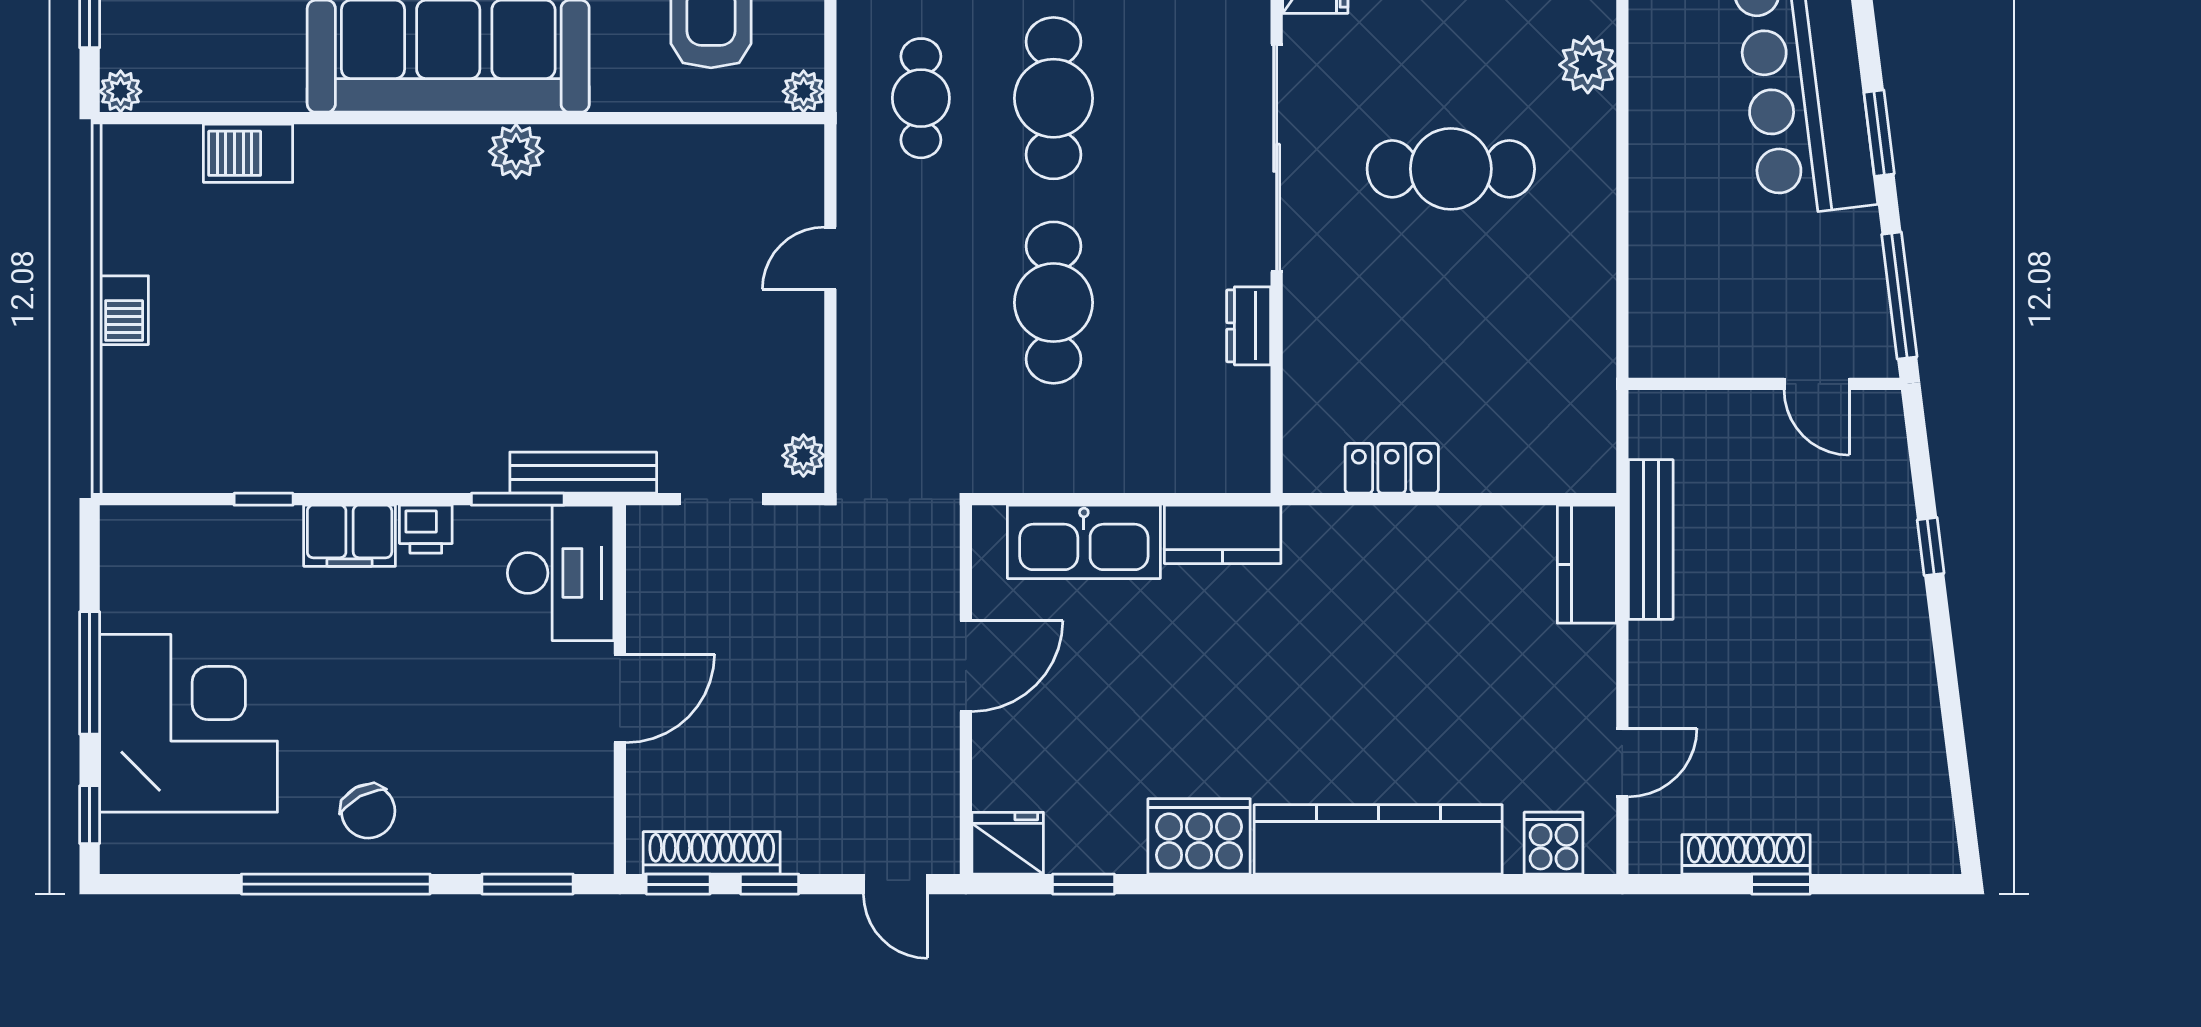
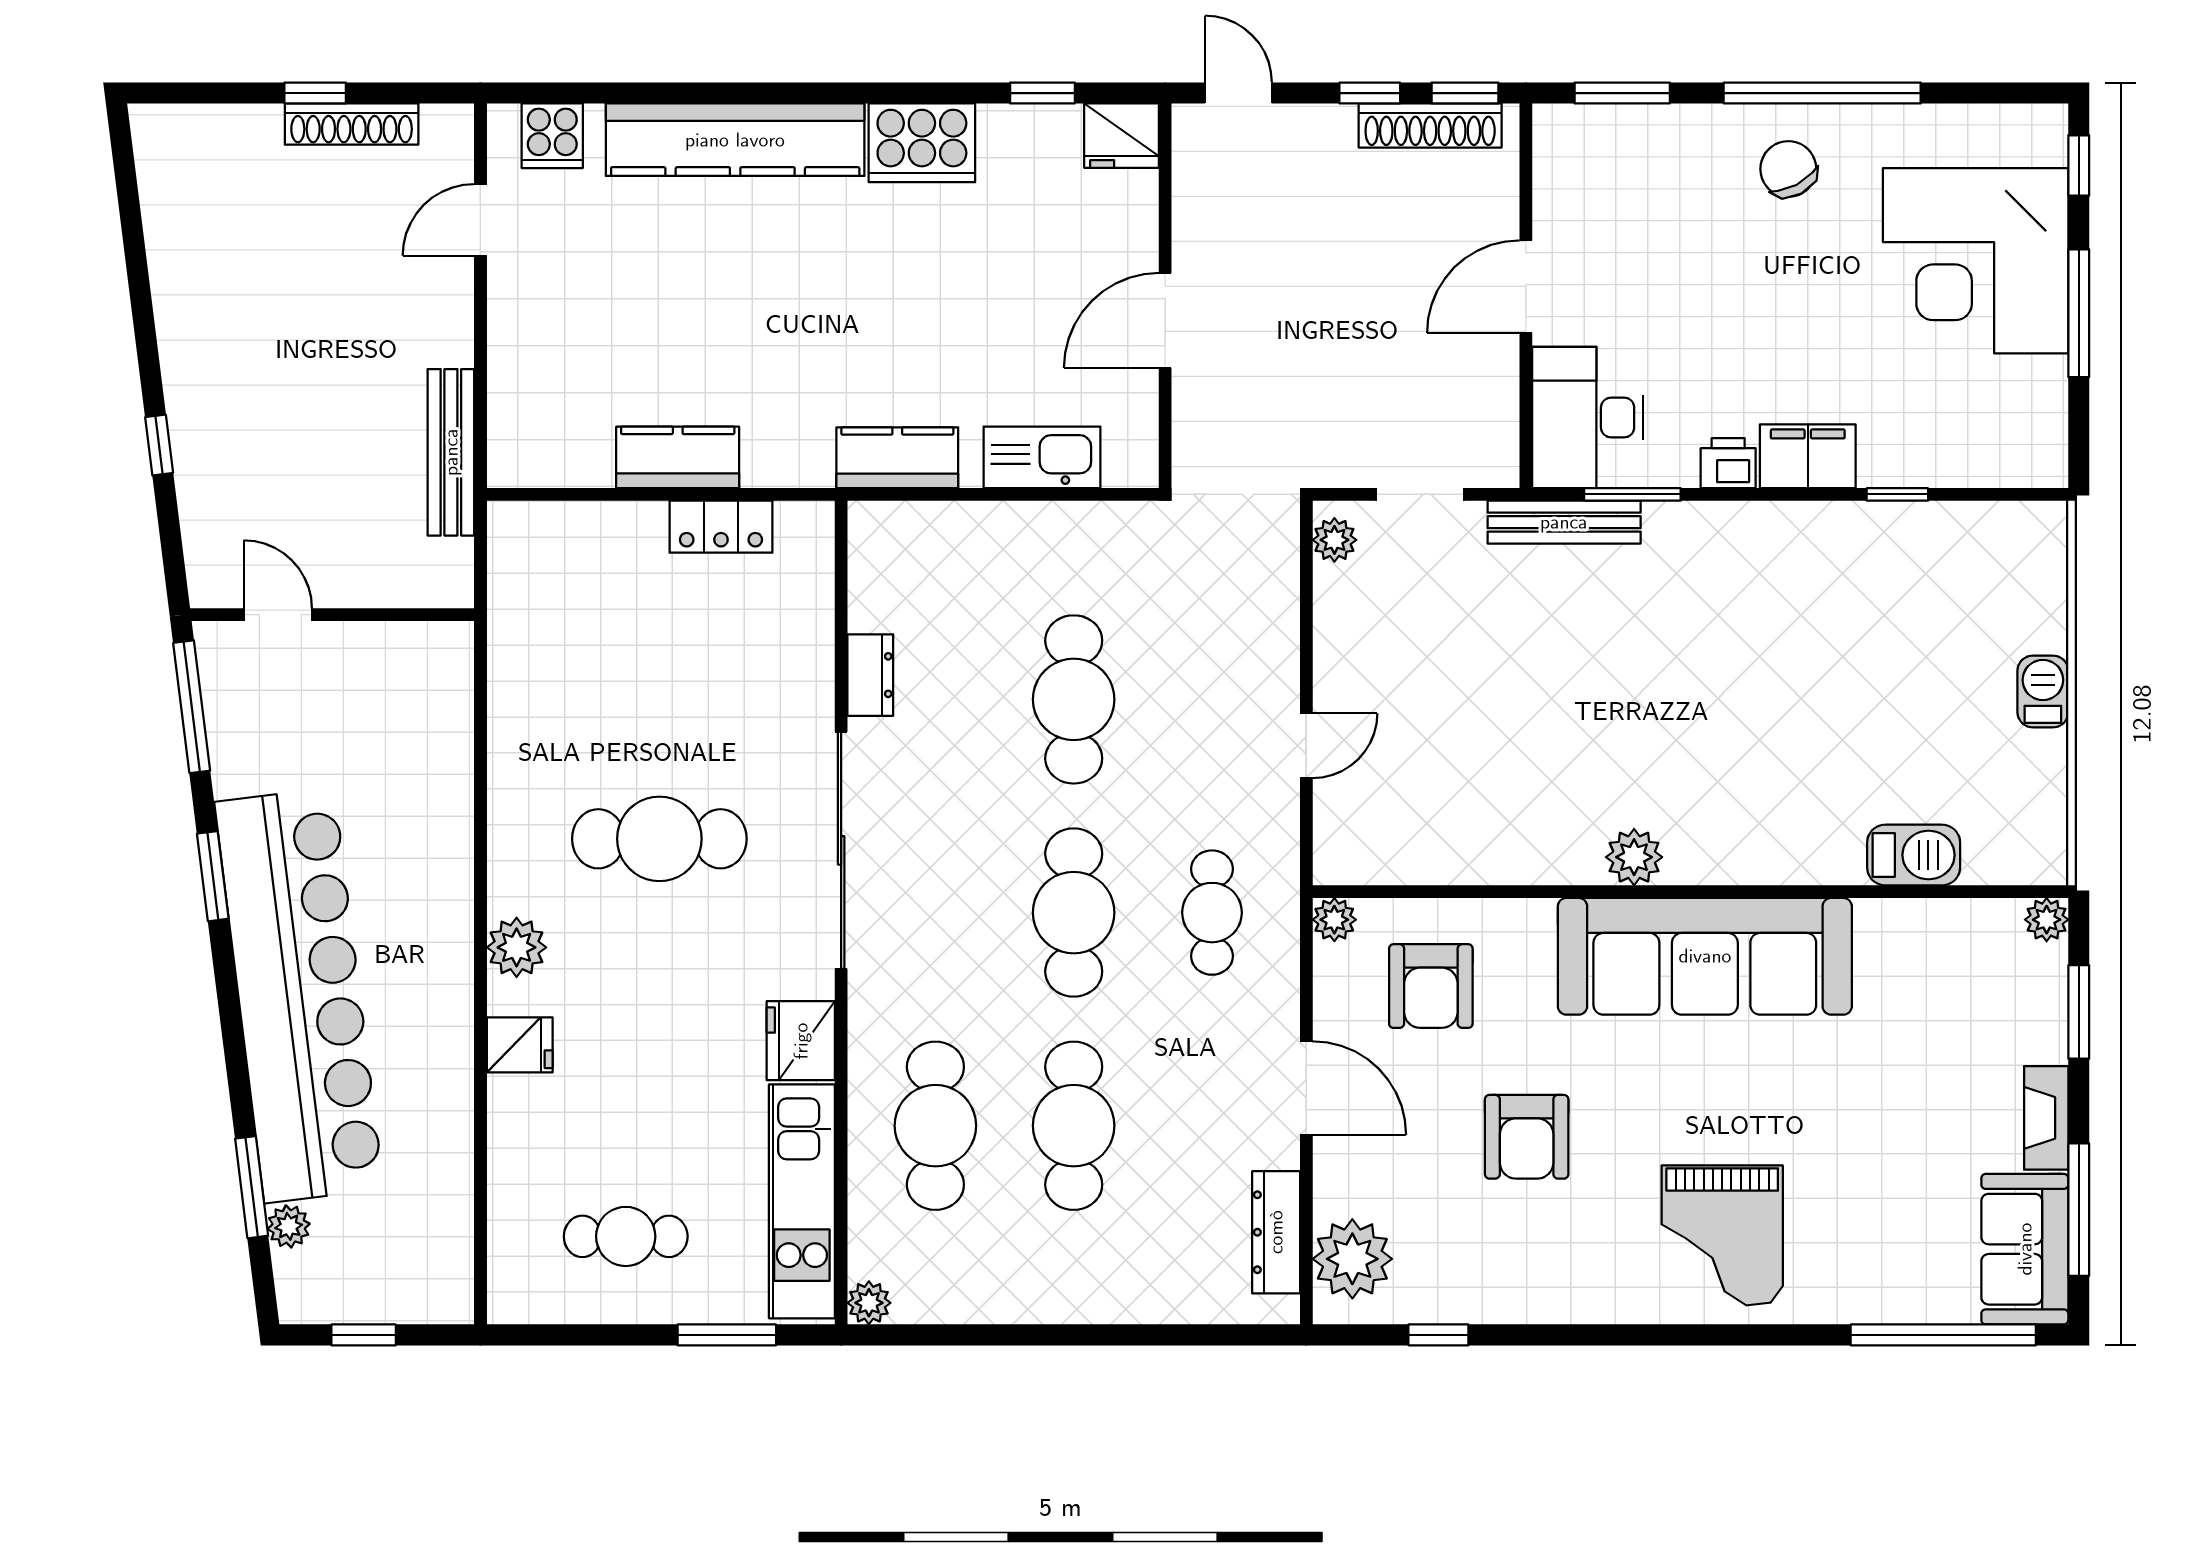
kitchen sink: (1084, 542) -> (1042, 457), width x0.73, depth x0.81
kitchen counter: (1587, 564) -> (678, 457), moved, turned -90

